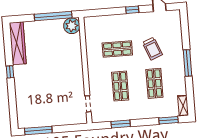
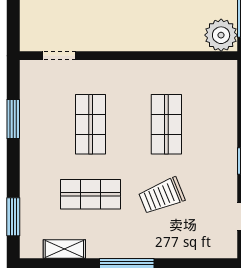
shop shelf: (120, 86) -> (91, 124), turned 90
shelving: (183, 106) -> (64, 249), moved

